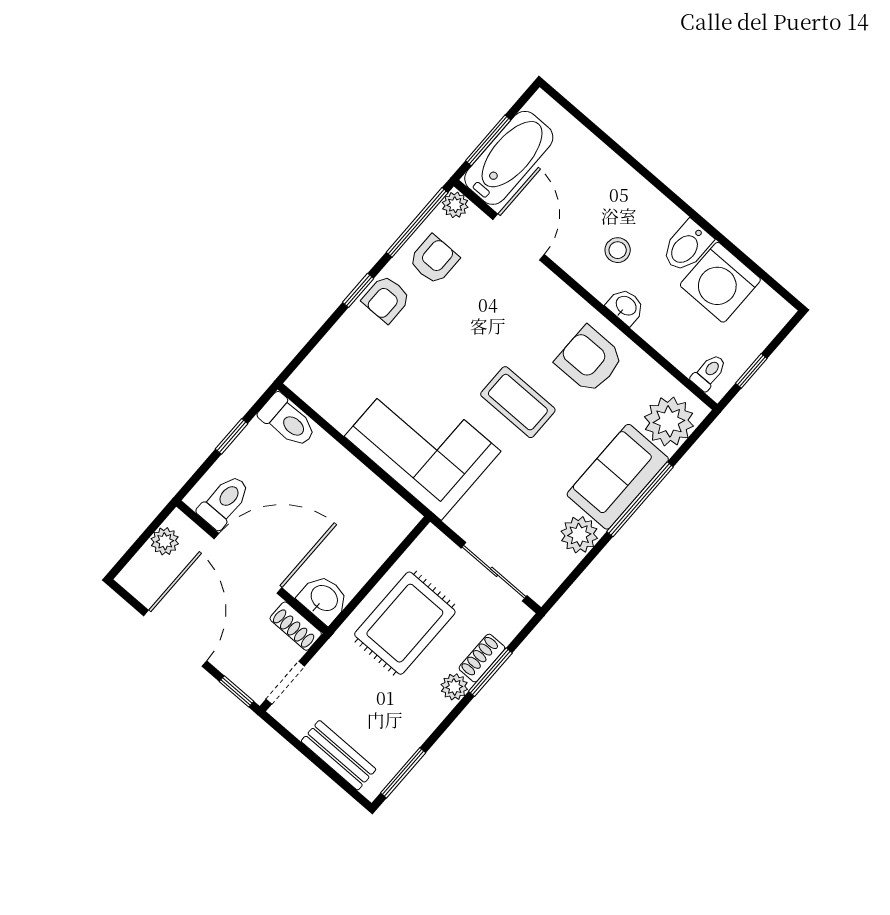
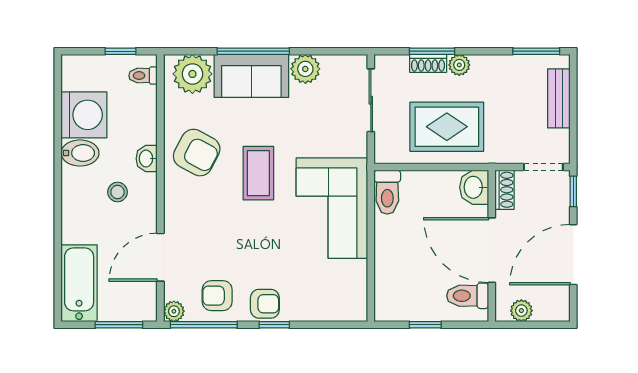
bathtub: (509, 158) -> (79, 283), moved, turned 90
armchair: (589, 360) -> (197, 153), turned -62
toilet: (288, 421) -> (387, 192), moved, turned 180

